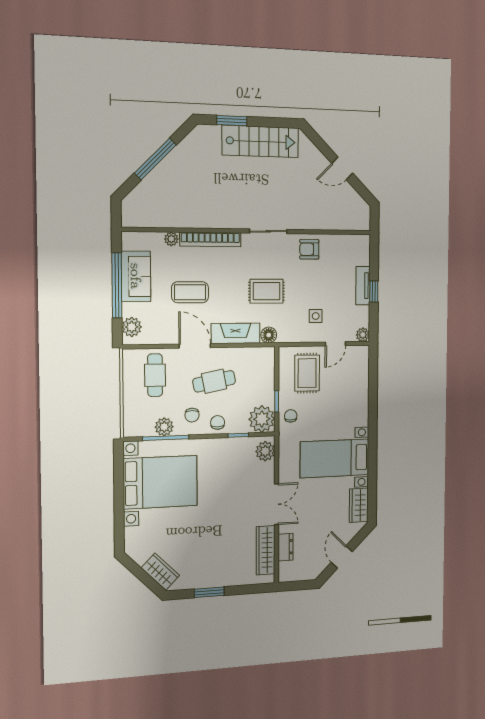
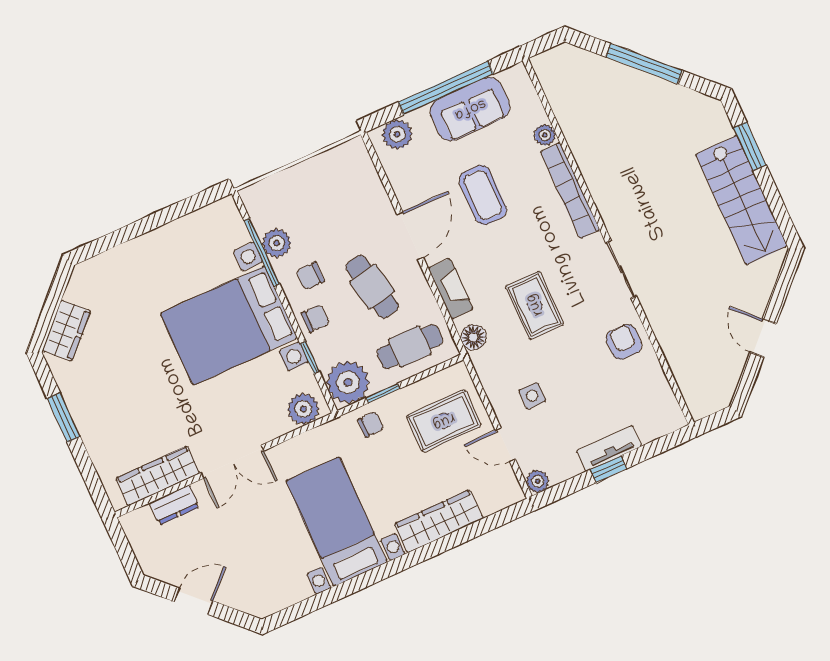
fireplace: (236, 333) -> (451, 289), width x0.73, depth x0.76
cafe table: (155, 375) -> (410, 347), moved
bed with nightstands: (160, 482) -> (229, 326), moved, turned 90
wardrobe: (359, 505) -> (439, 521), moved, width x1.50

